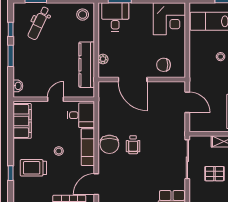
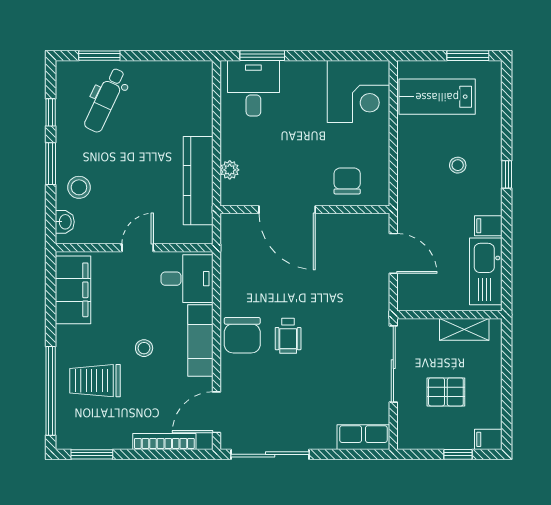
stool: (83, 15) -> (79, 187), moved
chair: (164, 65) -> (347, 181), turned 90
window: (11, 173) -> (51, 391), width x3.17

